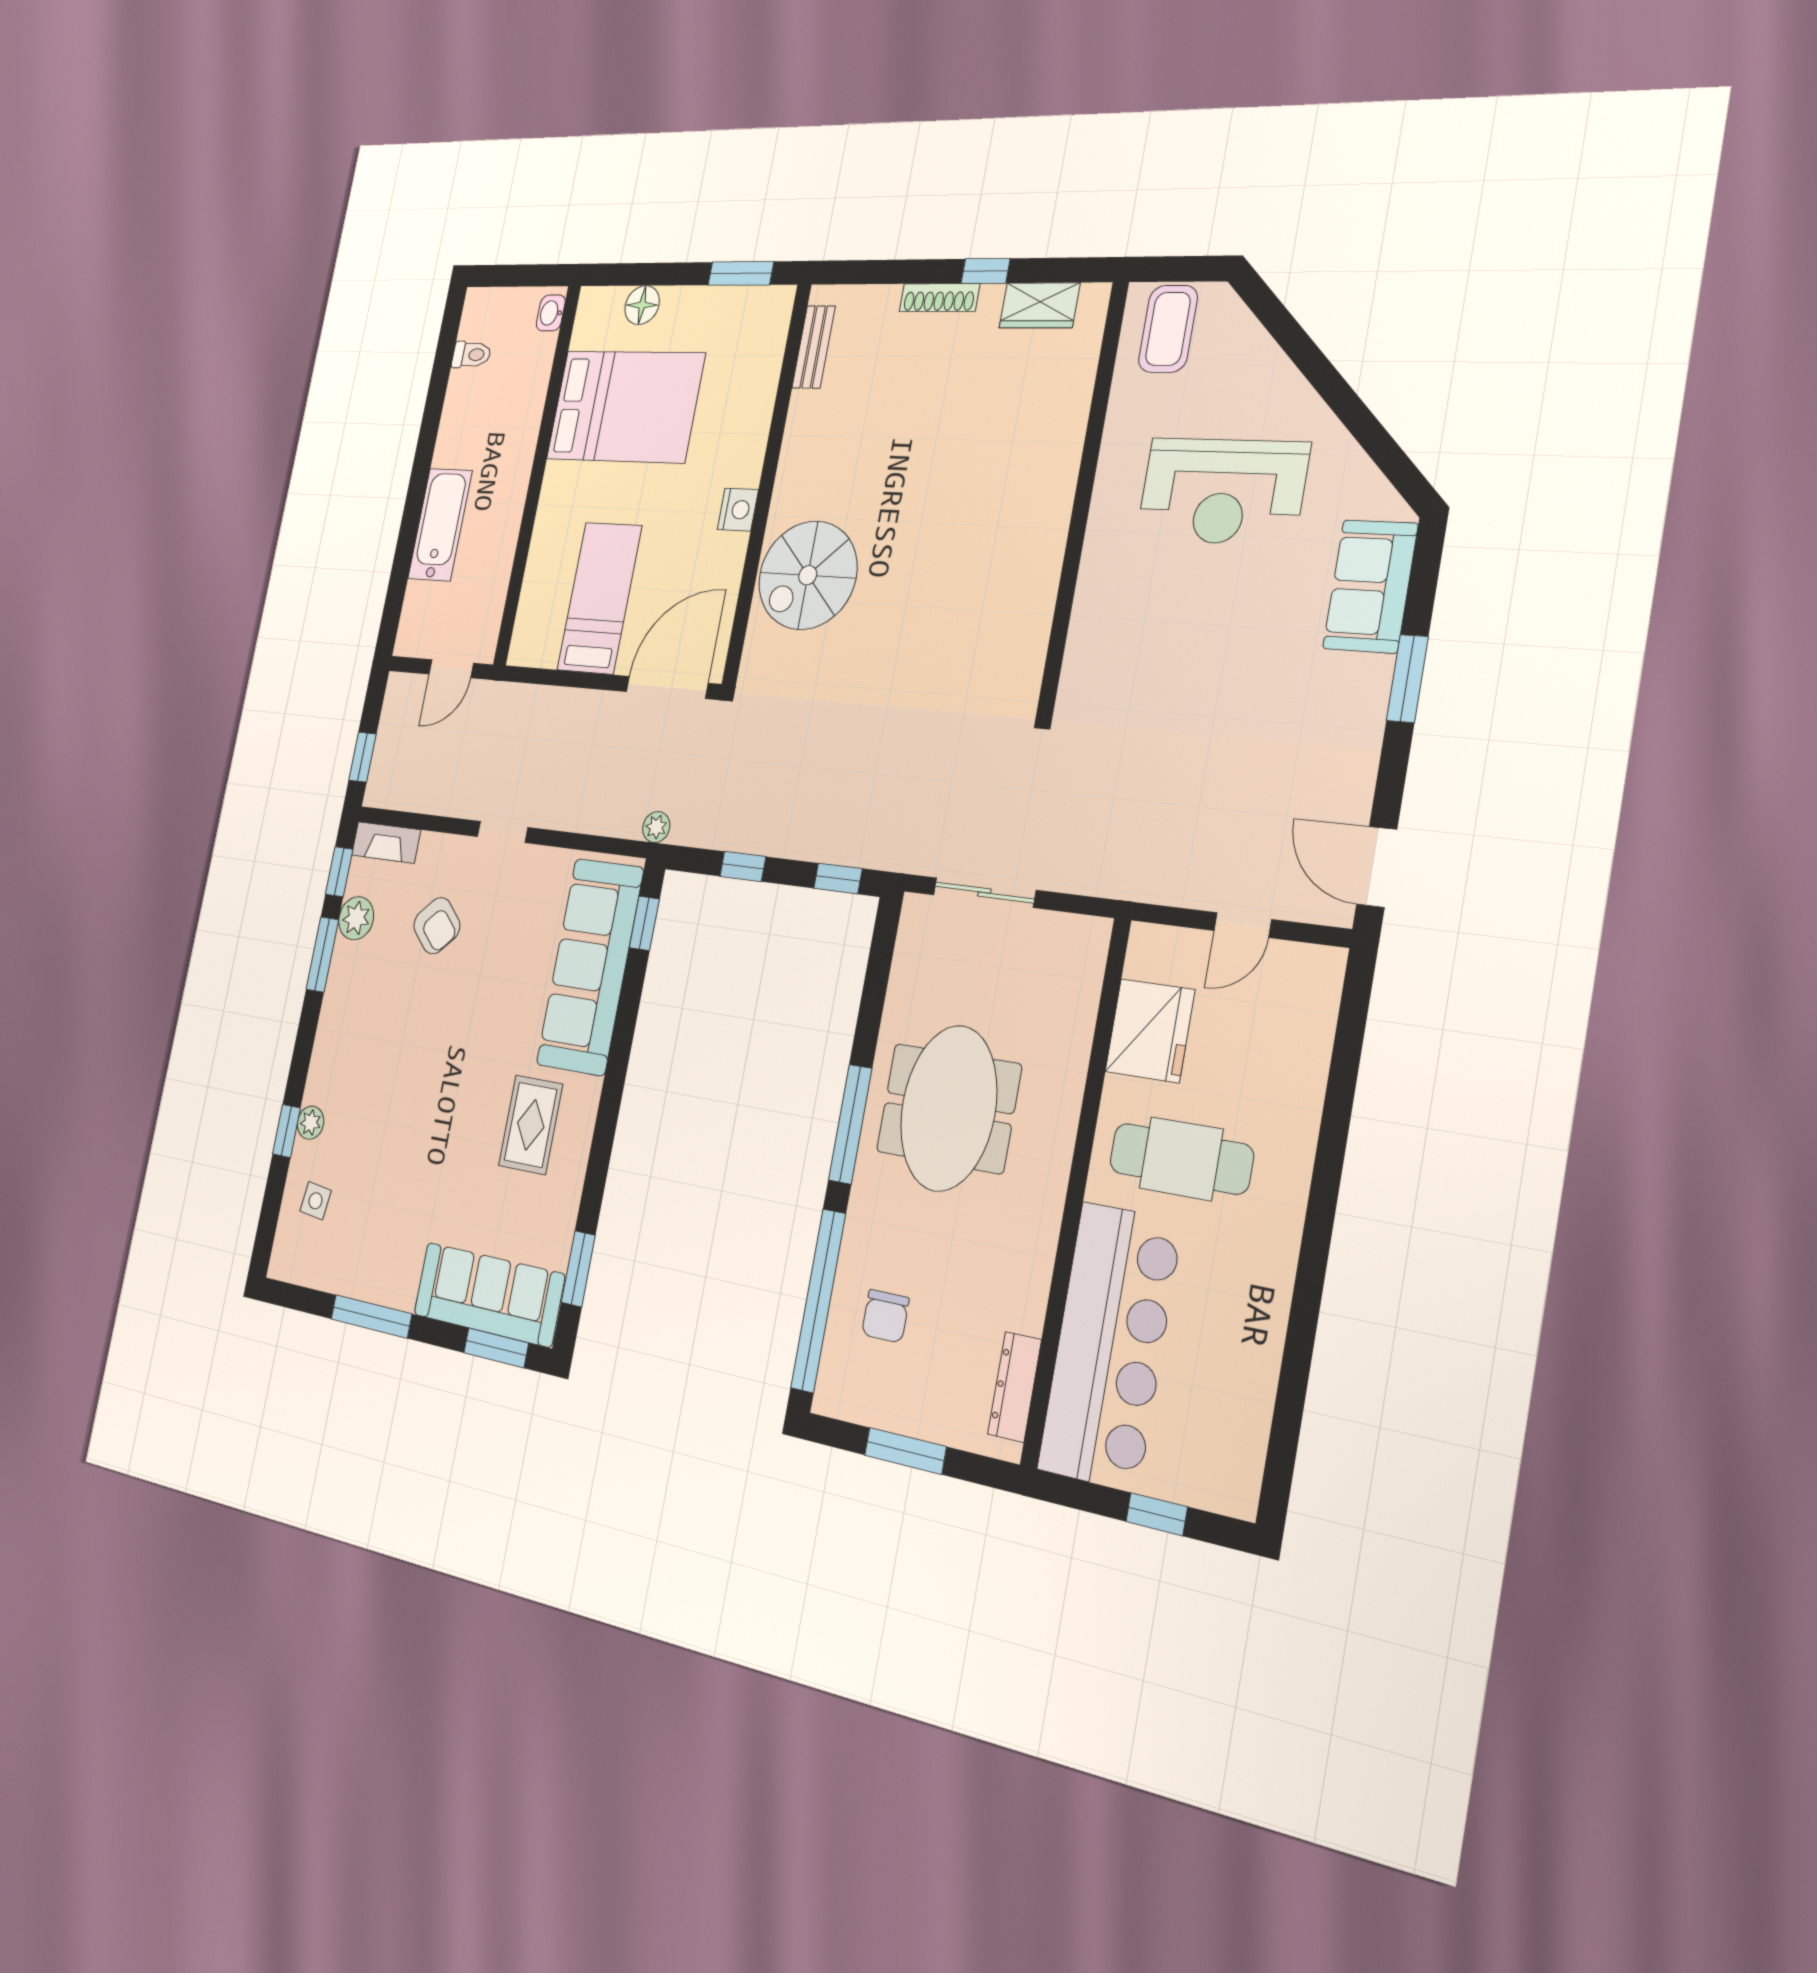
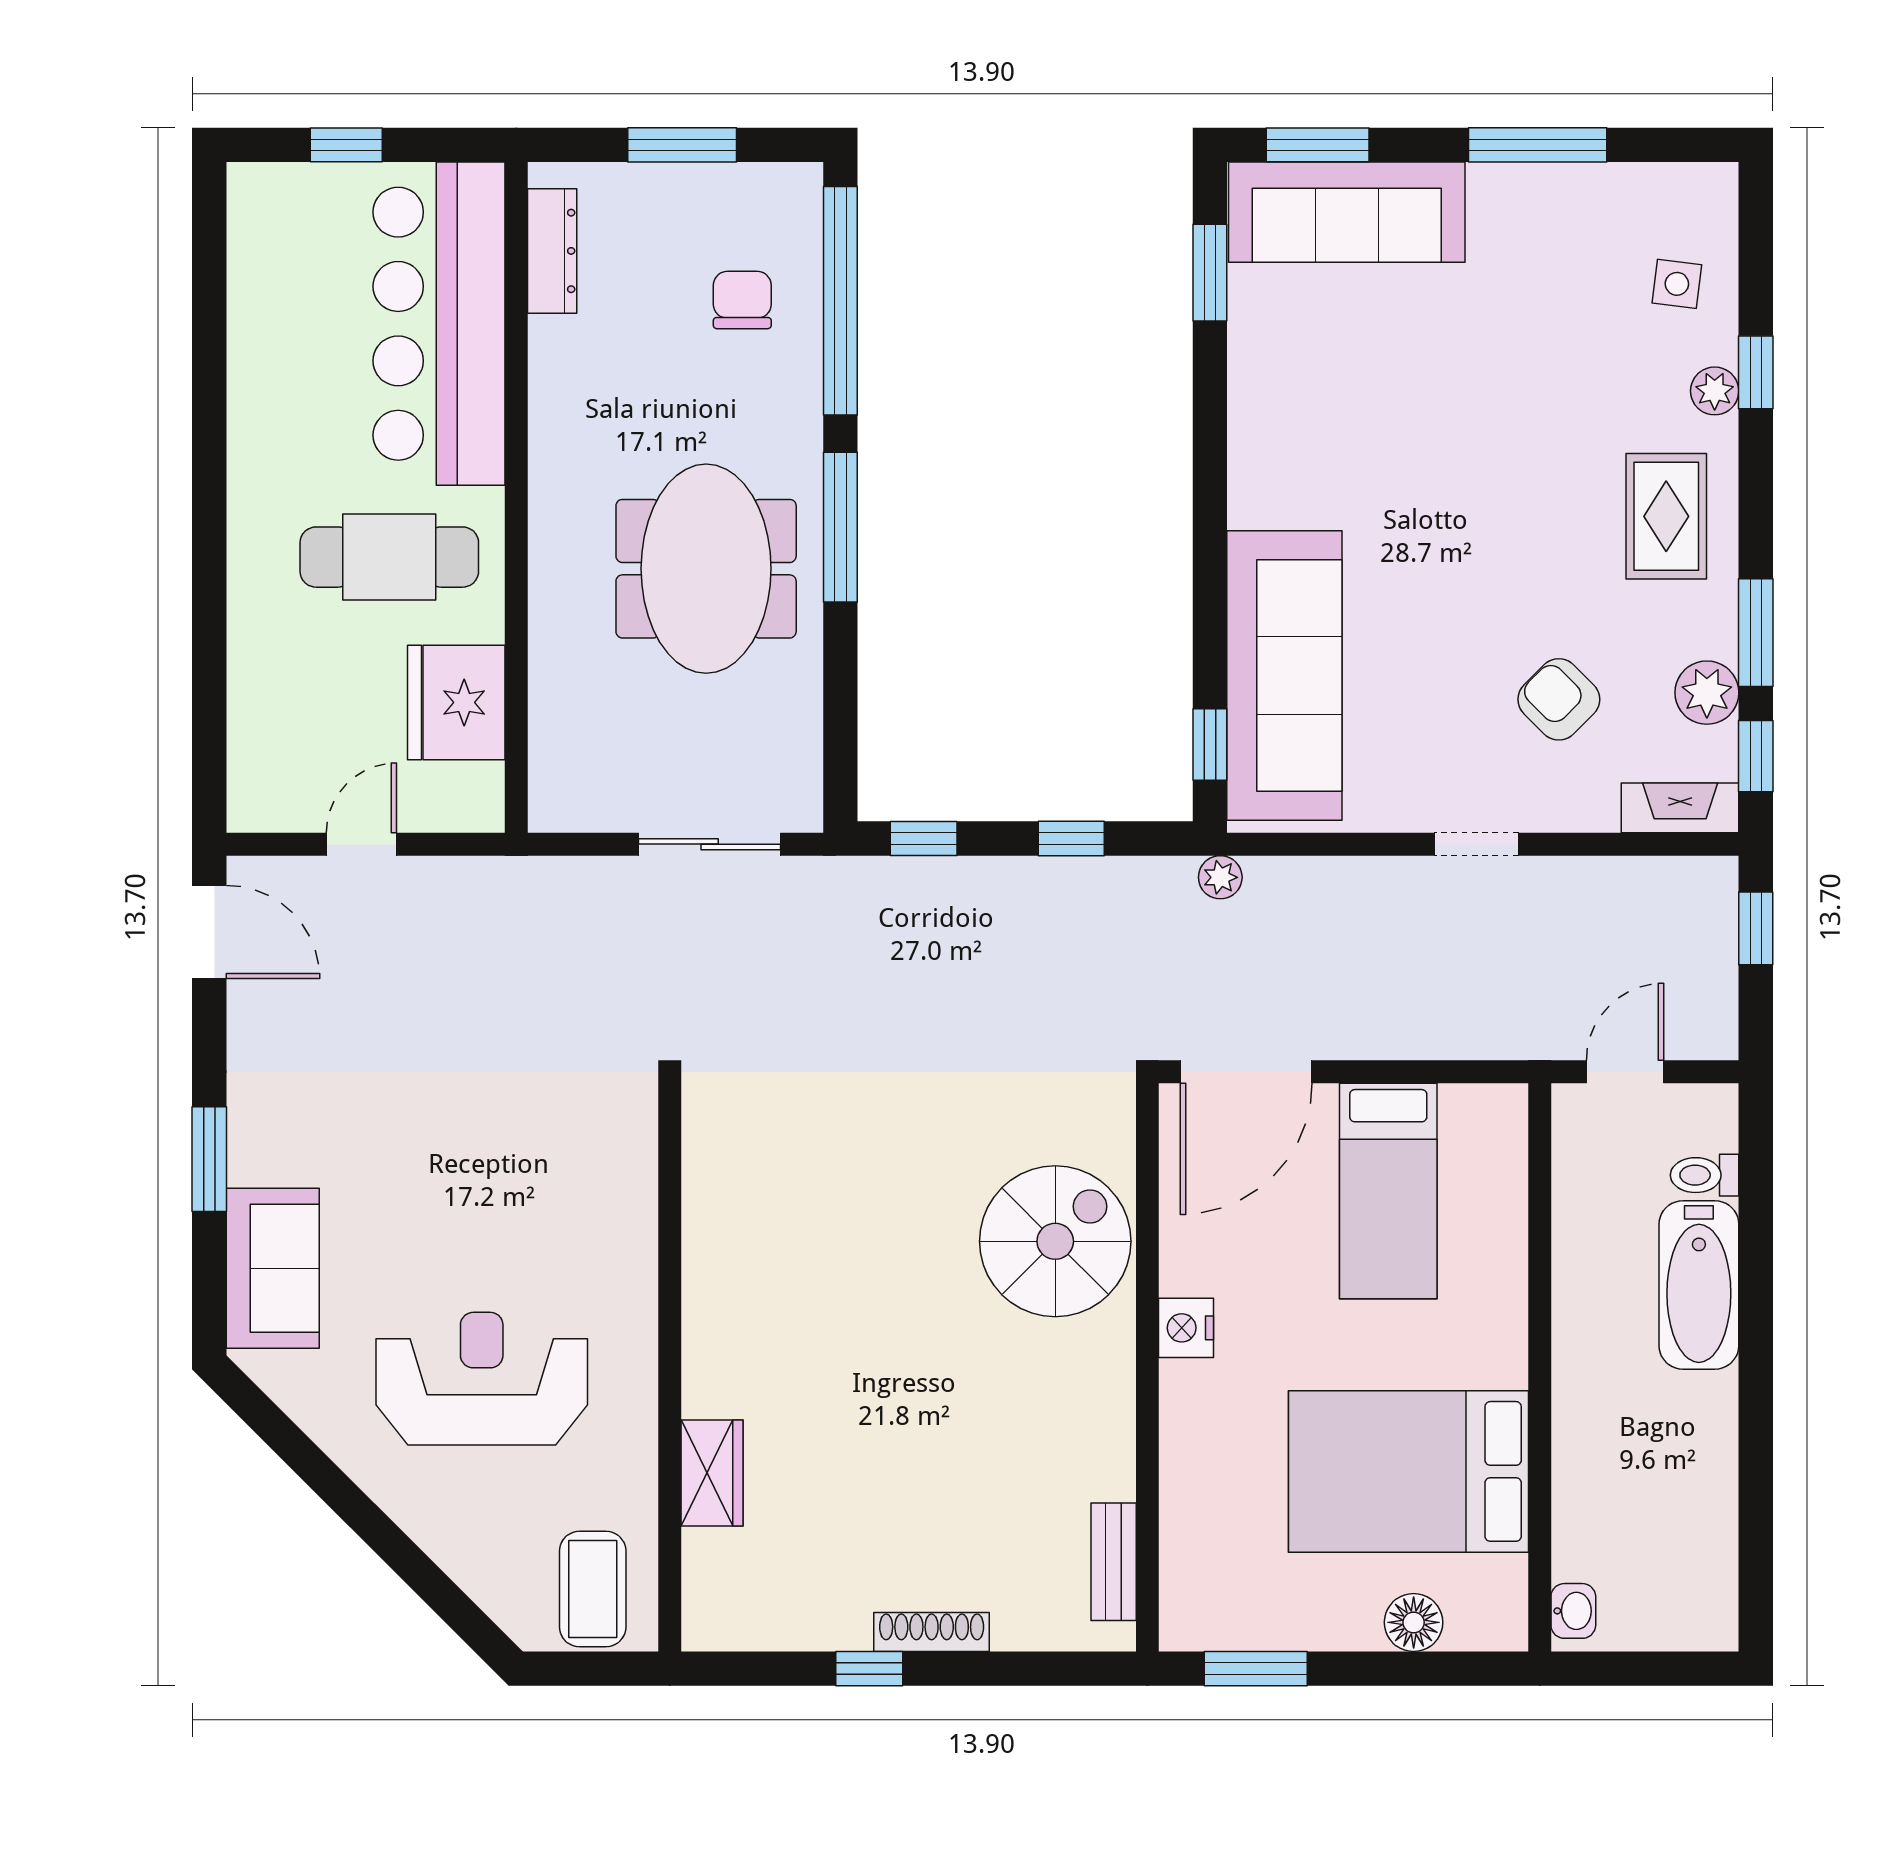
wardrobe: (1039, 305) -> (712, 1473), moved, turned 90
toilet: (471, 355) -> (1705, 1175), moved
rug: (531, 1125) -> (1666, 516), moved

